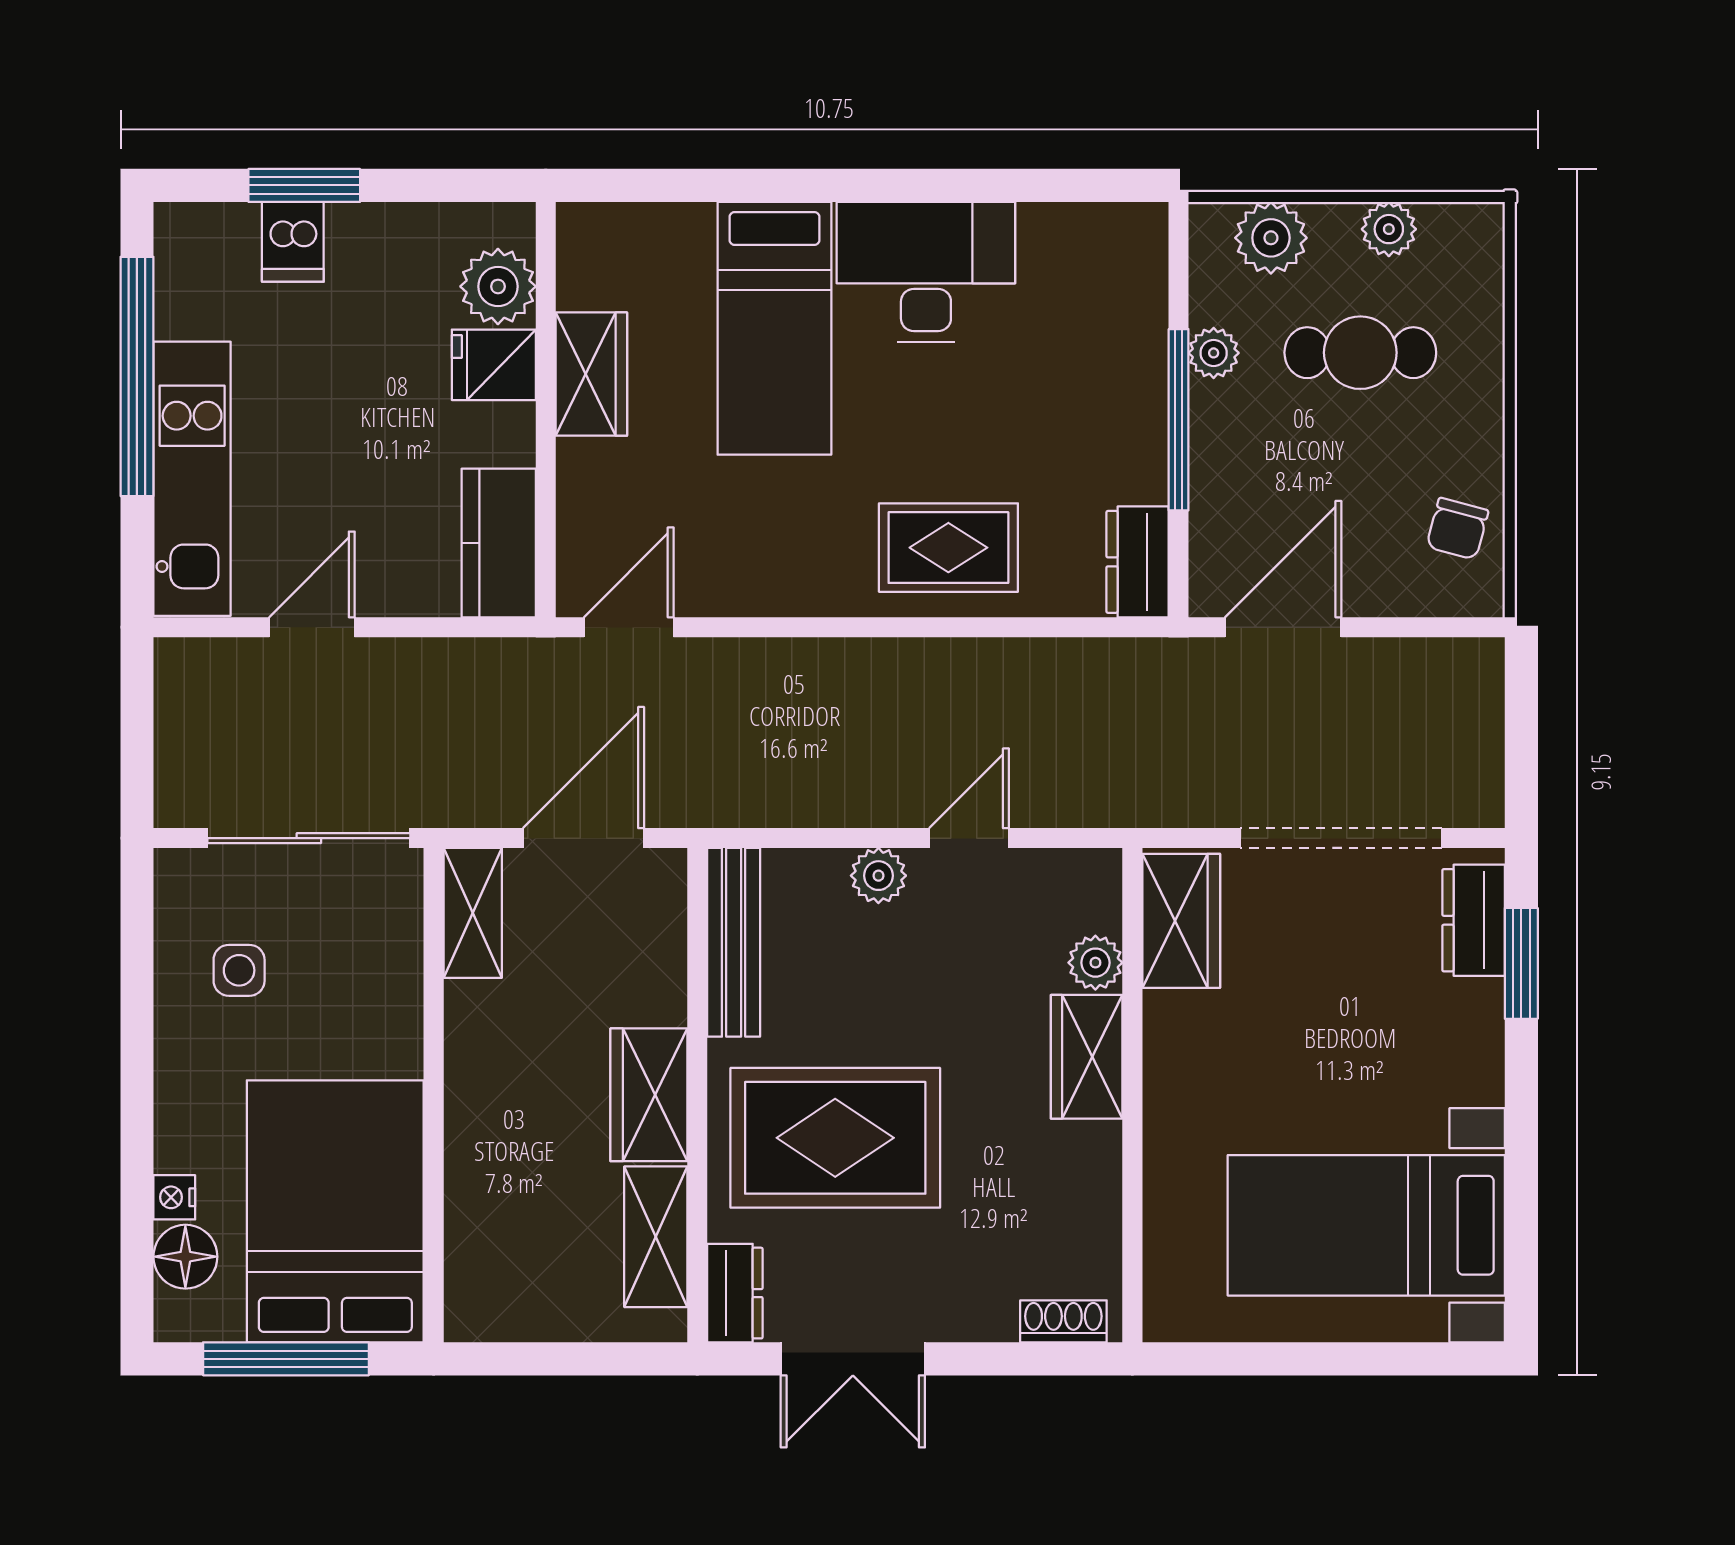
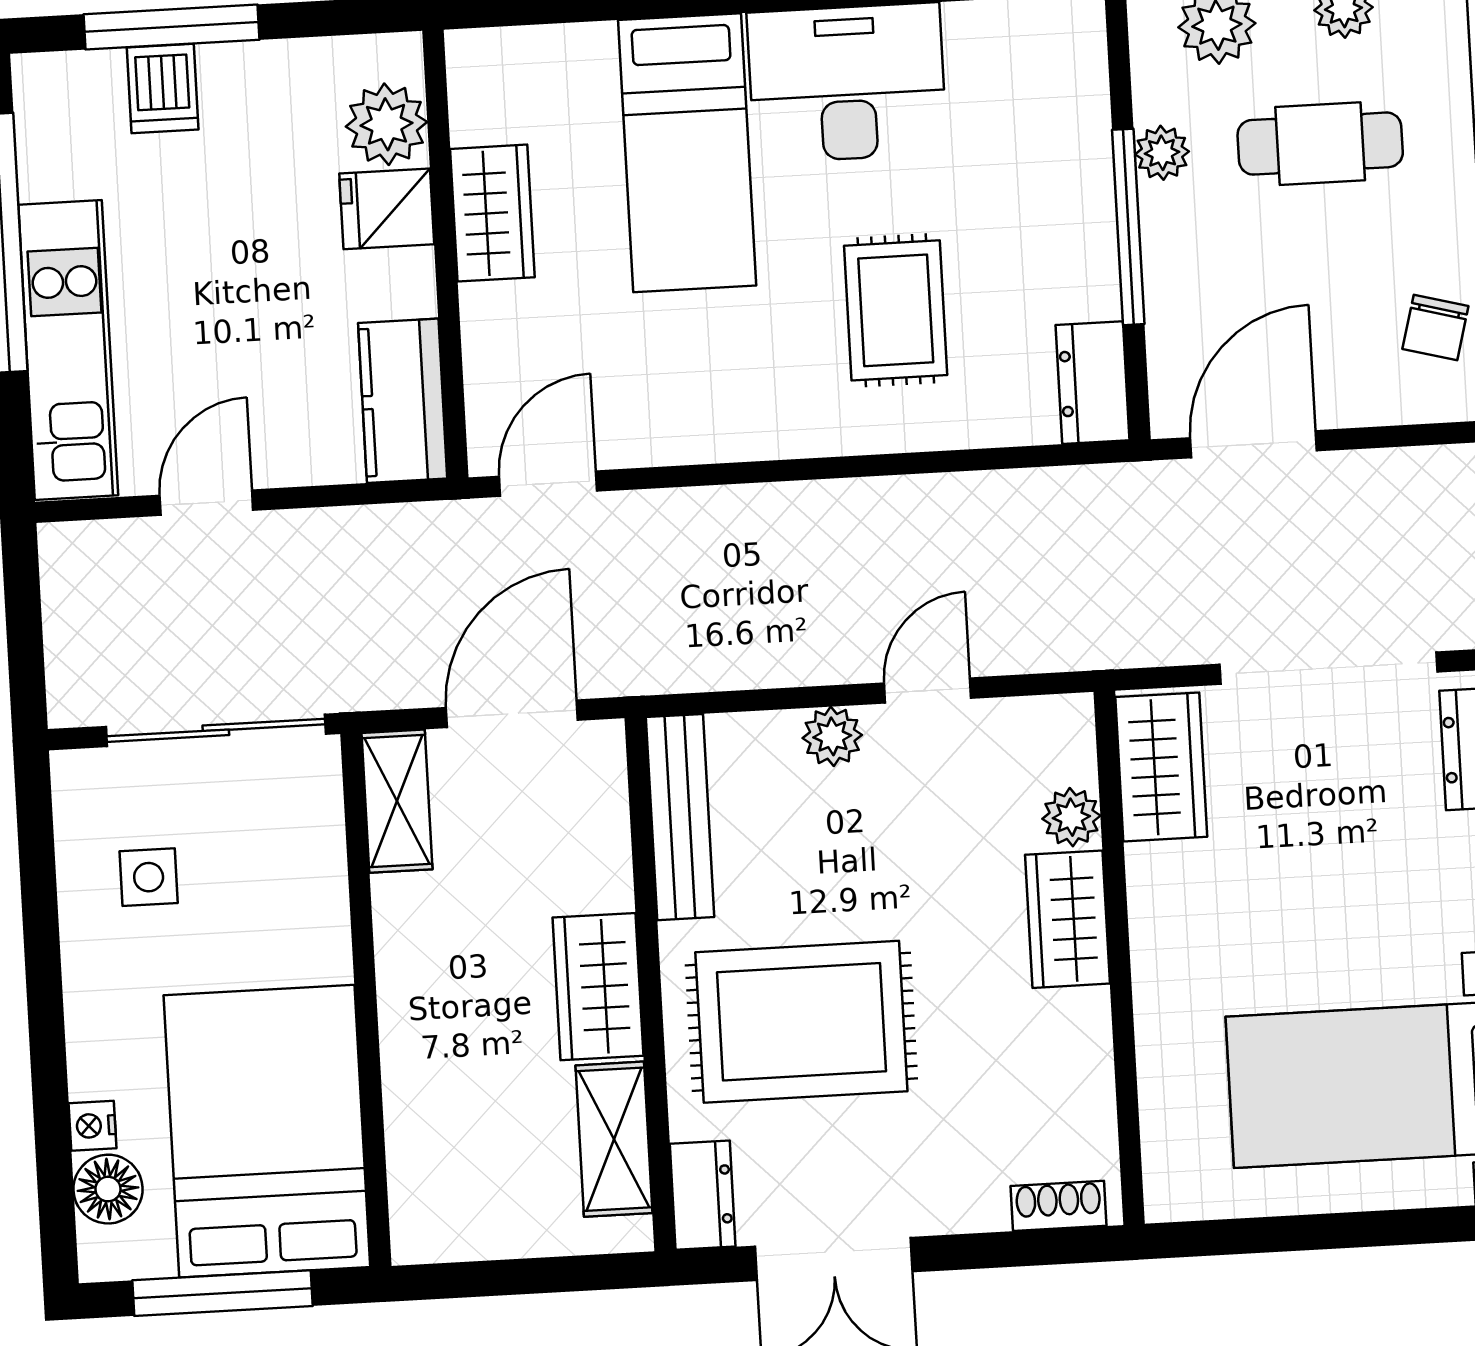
window: (304, 185) -> (172, 27), width x1.44
rug: (948, 548) -> (896, 310), moved, turned 90

